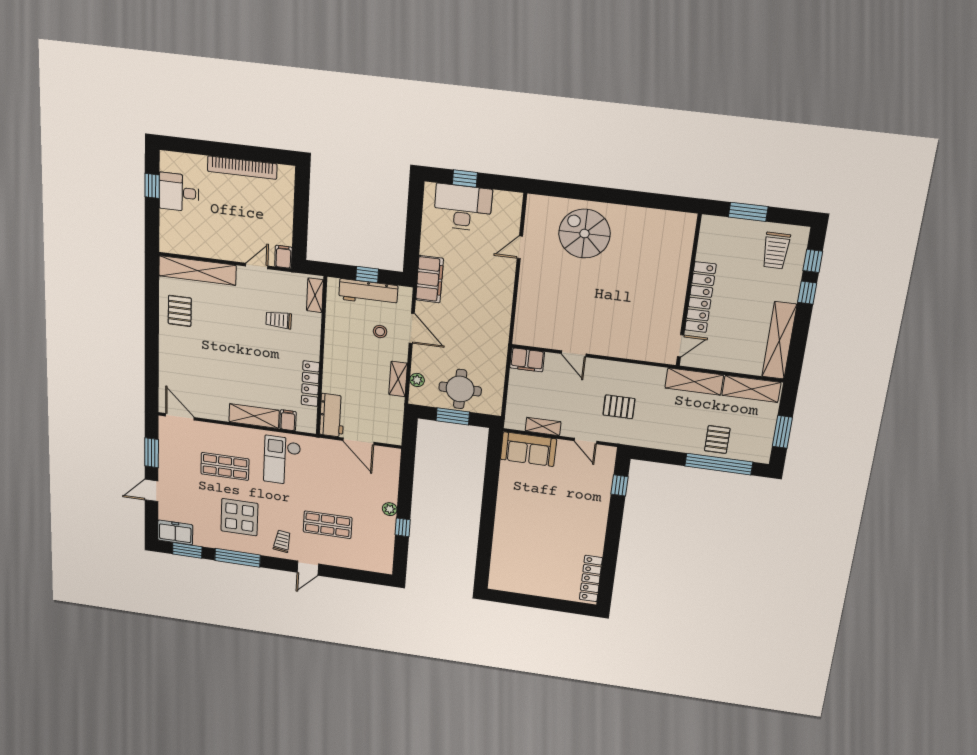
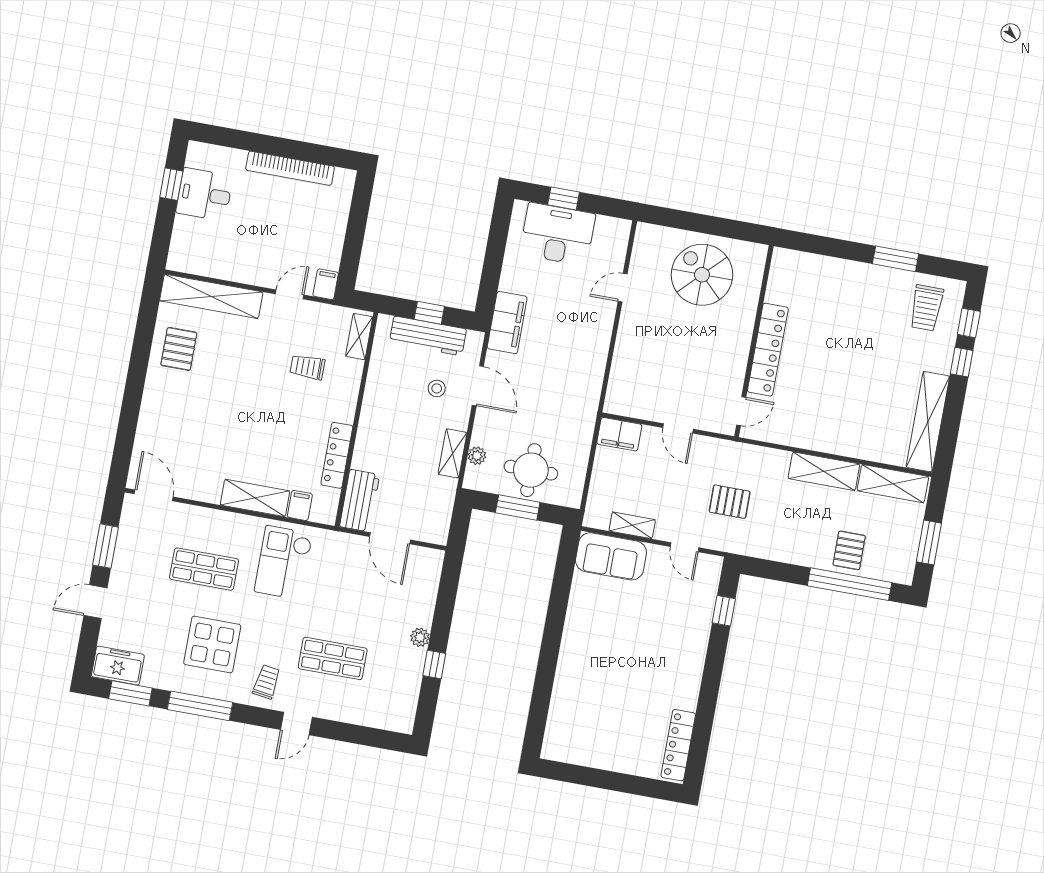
wall: (689, 291) -> (754, 341), moved
locker: (700, 297) -> (768, 350), moved
door: (681, 346) -> (741, 411), moved

